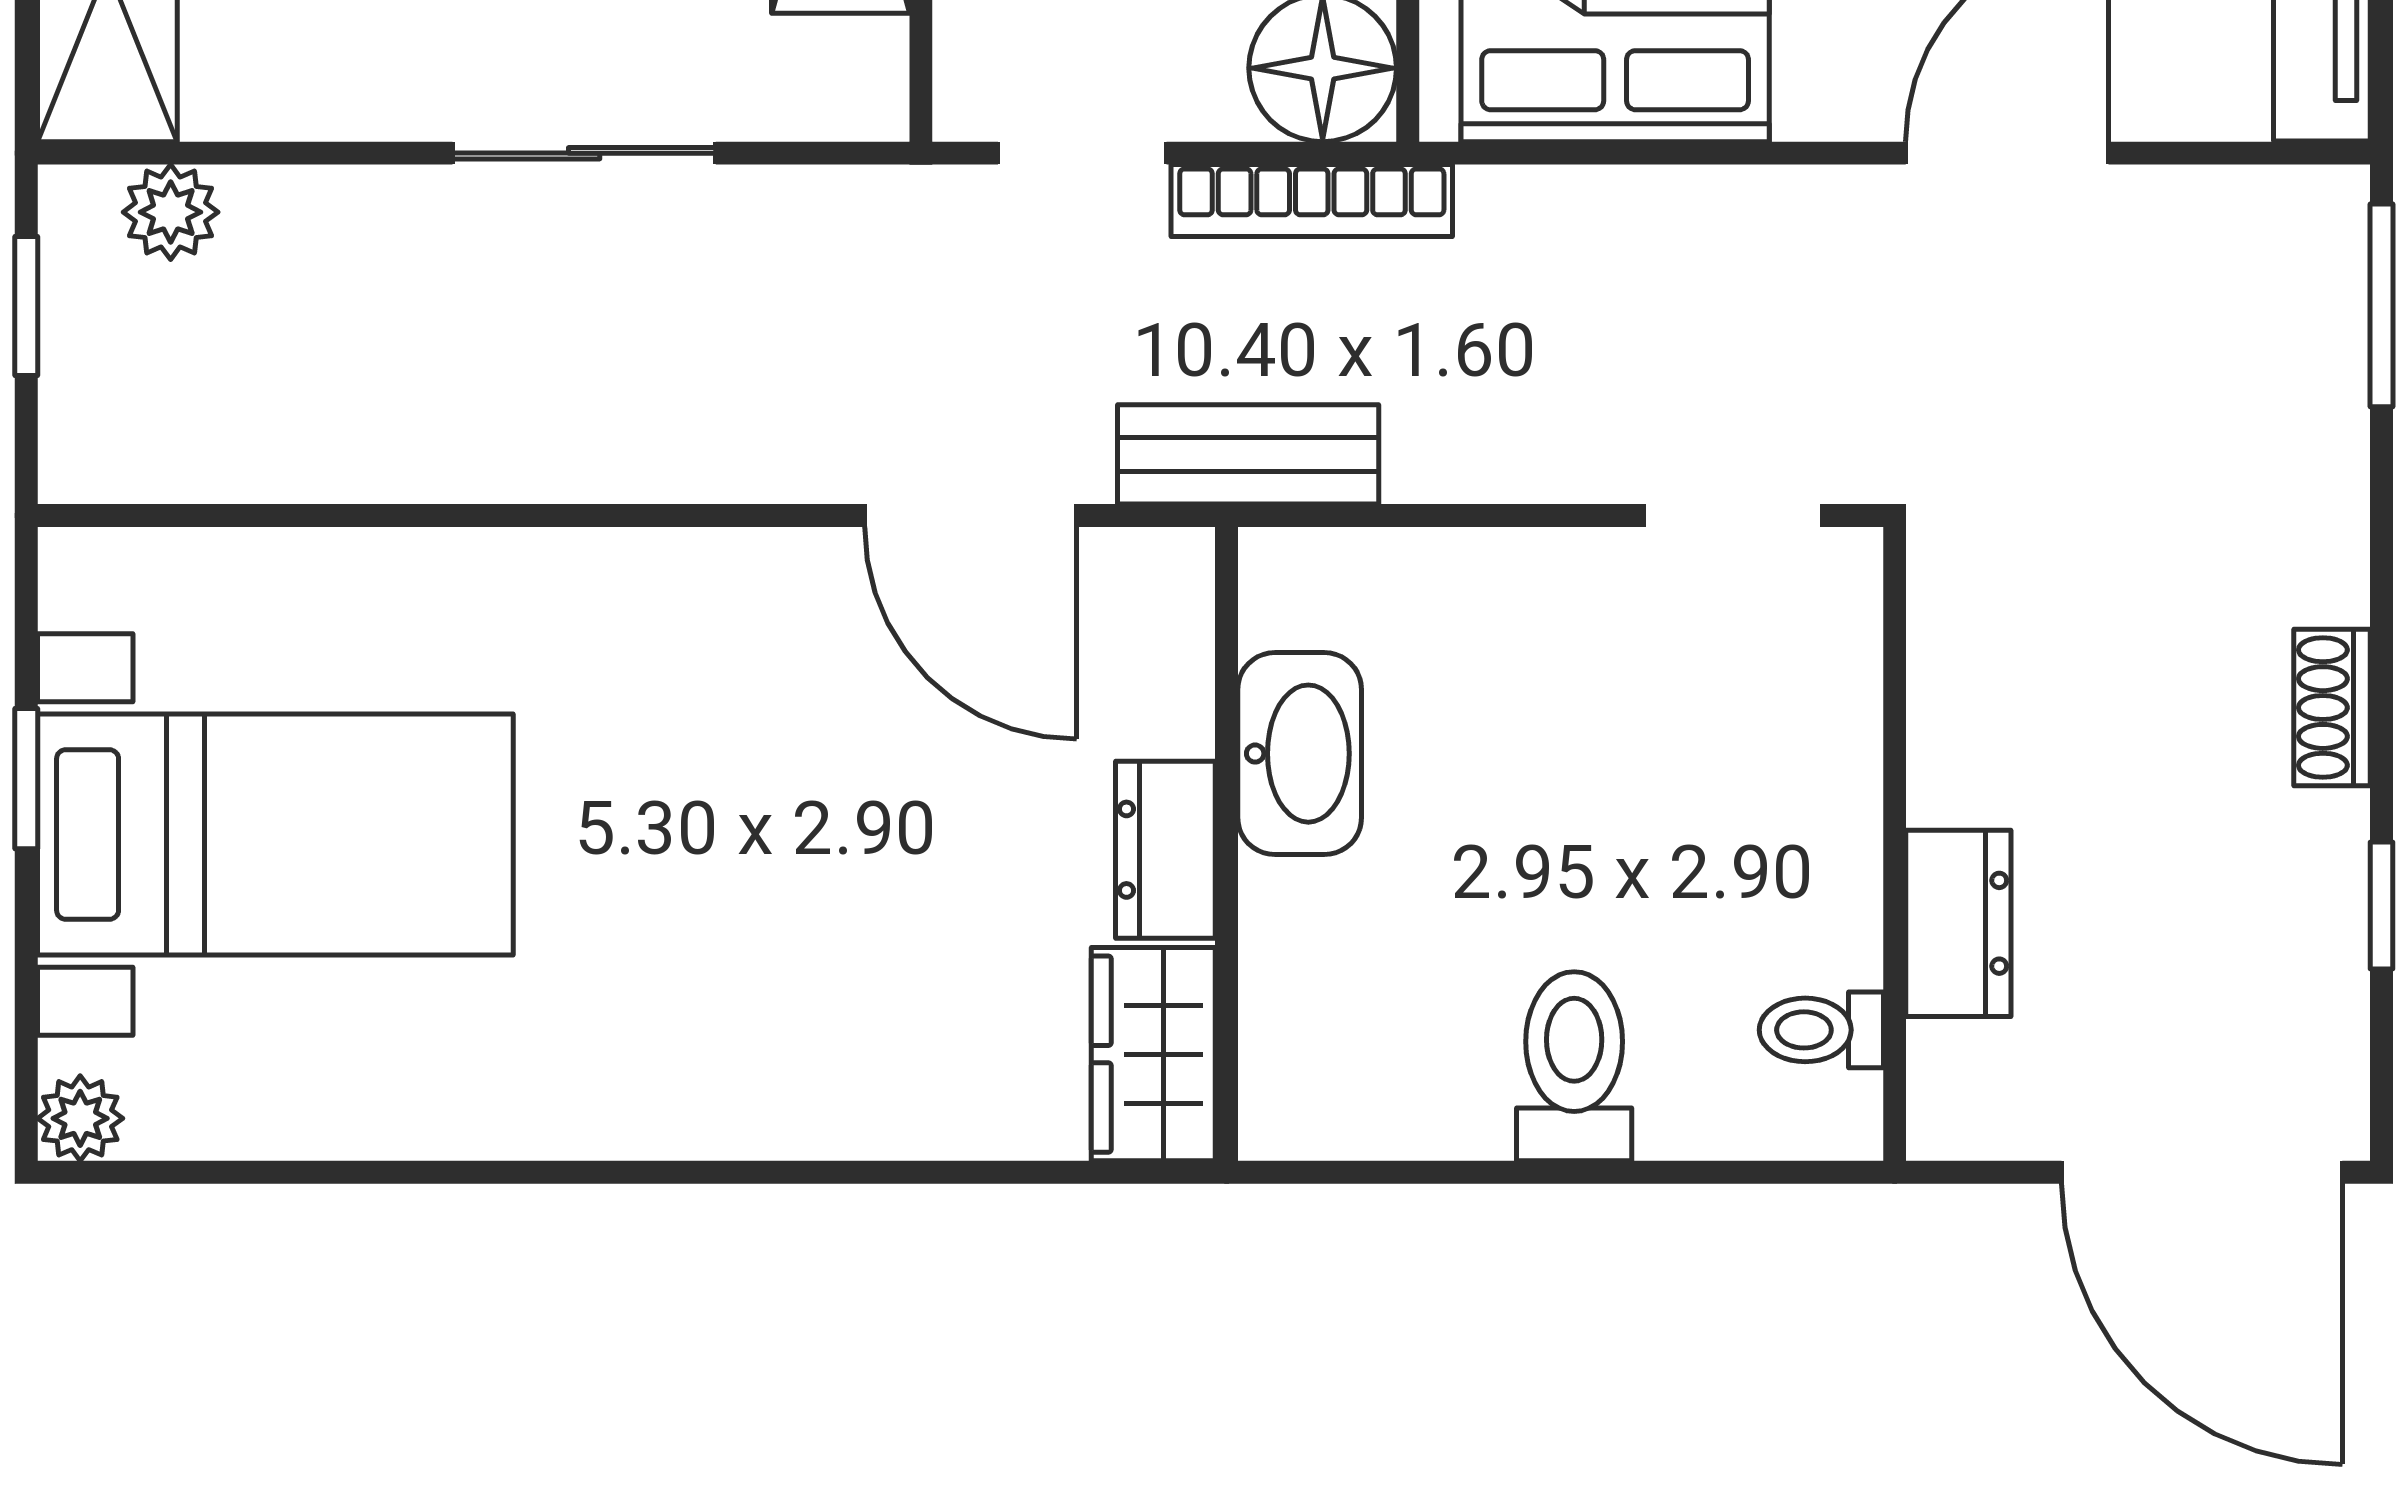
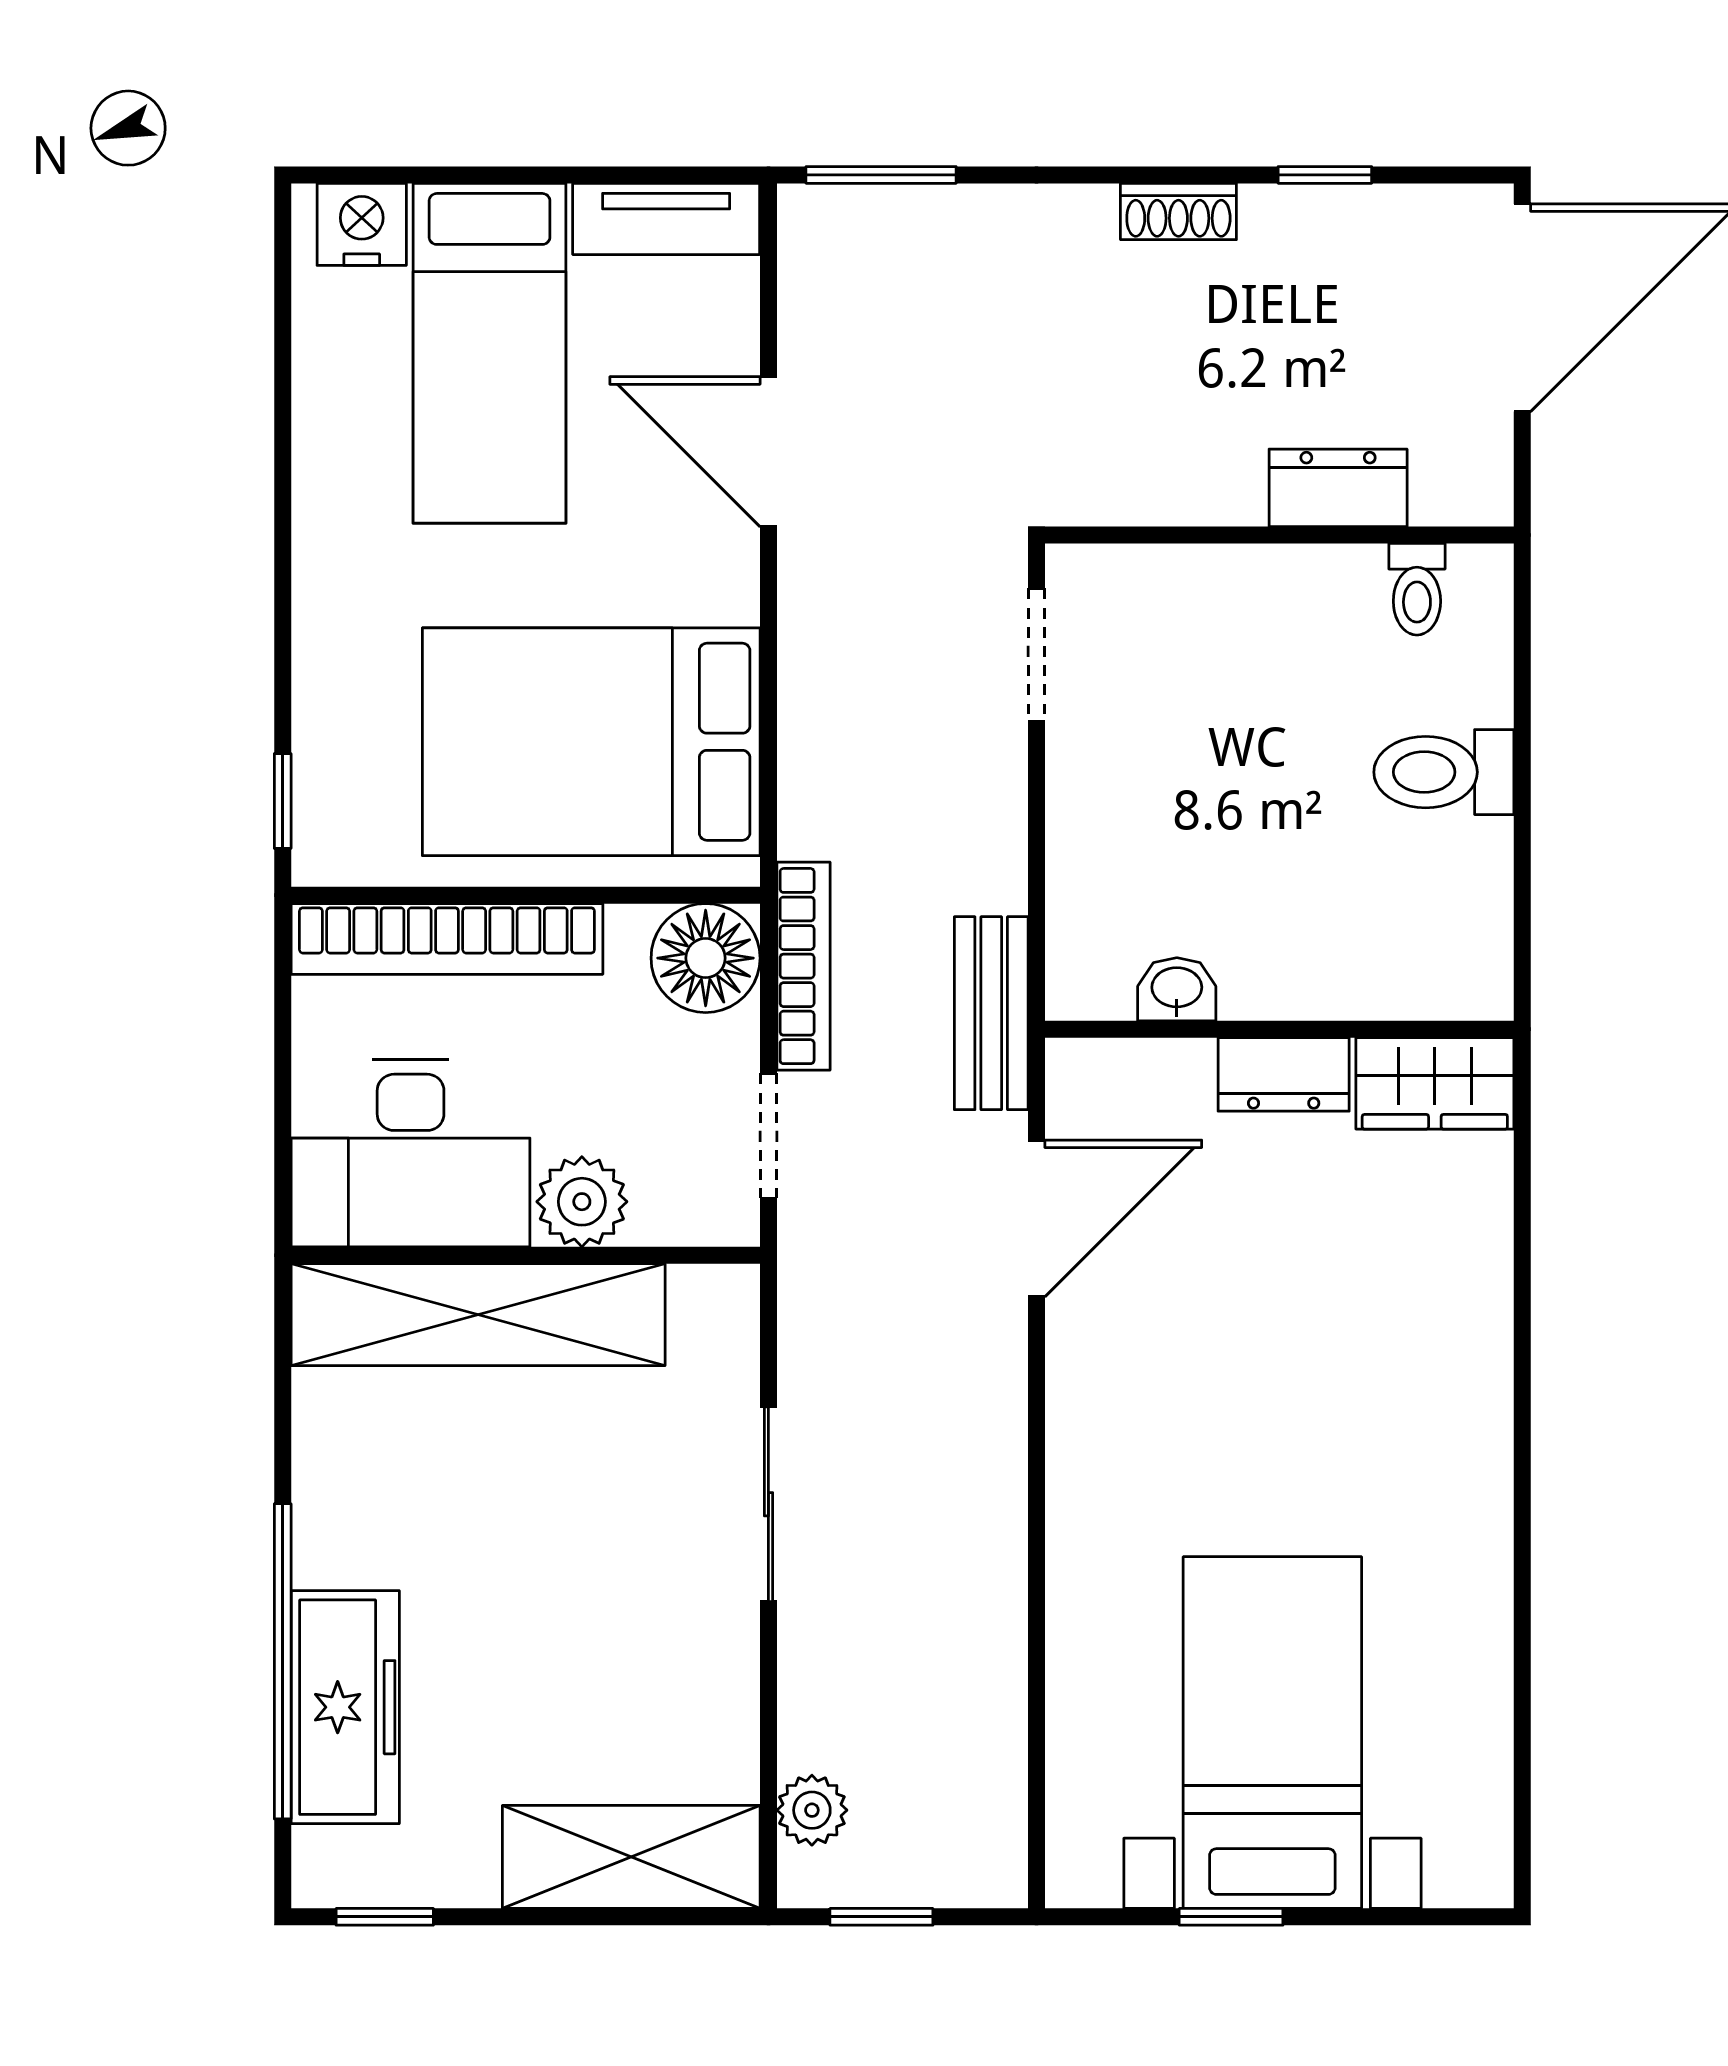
washbasin: (1300, 754) -> (1177, 989), width x0.52, depth x0.69
plant: (80, 1118) -> (1482, 1877), removed

